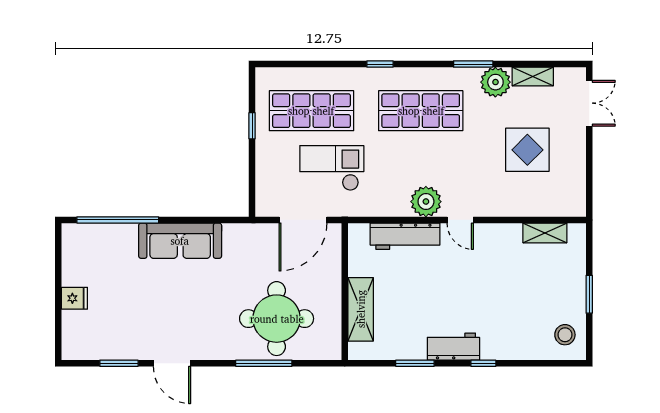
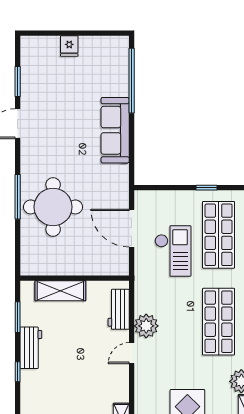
workbench: (405, 236) -> (119, 309), width x0.73
wall: (345, 292) -> (75, 278), moved
shelving: (361, 309) -> (60, 291), moved

